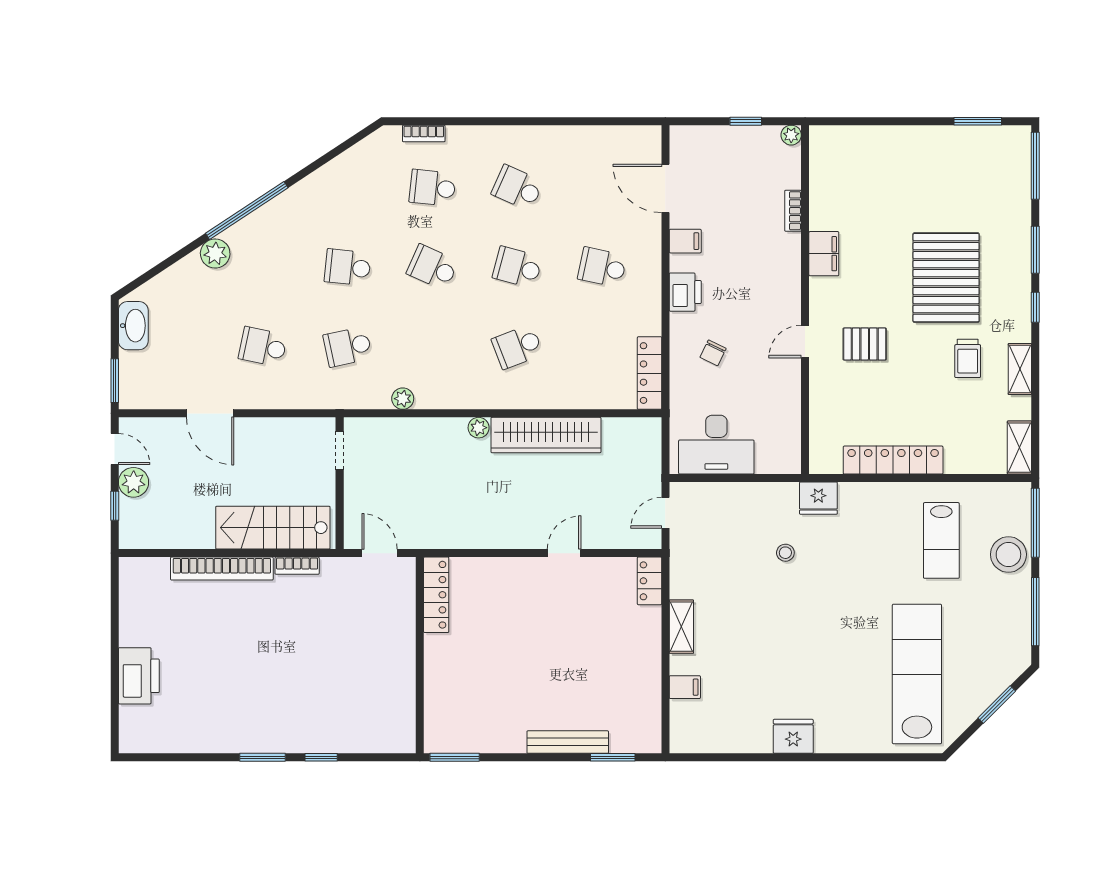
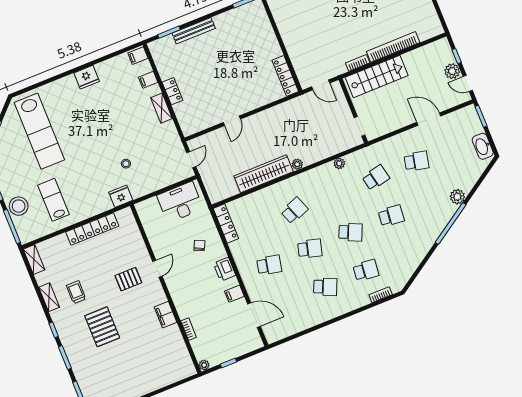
pallet: (946, 278) -> (102, 327), width x0.73, depth x0.71
locker: (649, 581) -> (172, 91), moved
filing cabinet: (686, 738) -> (138, 56), added

